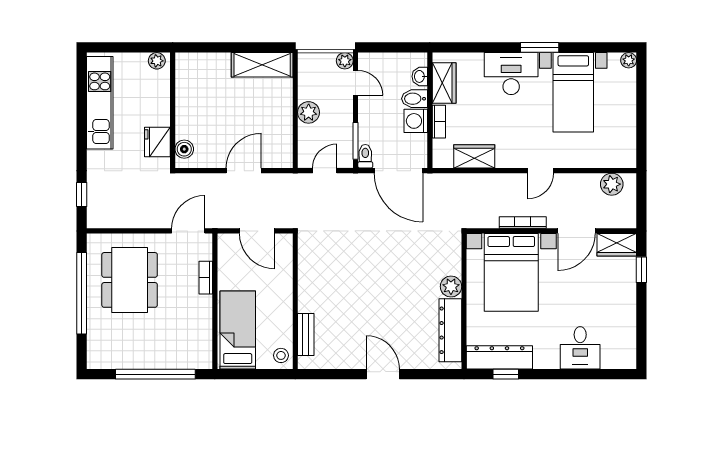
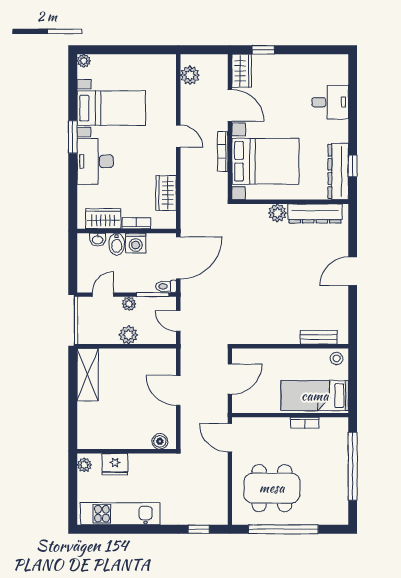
plant: (345, 61) -> (129, 304), moved
fridge: (157, 142) -> (115, 464), moved
bookcase: (206, 278) -> (305, 423), moved

